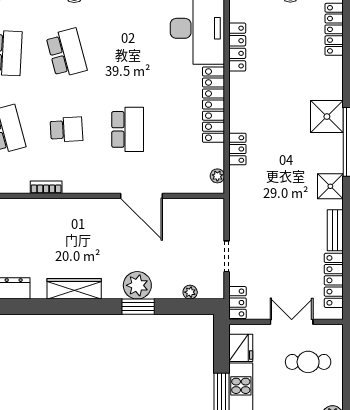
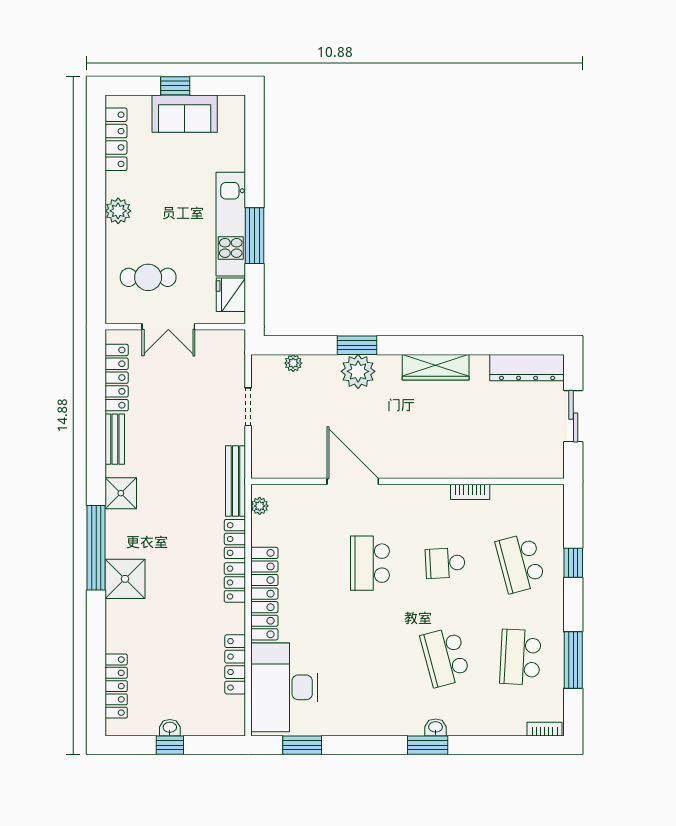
bench: (237, 196) -> (236, 481), added
locker: (238, 303) -> (235, 583), moved

